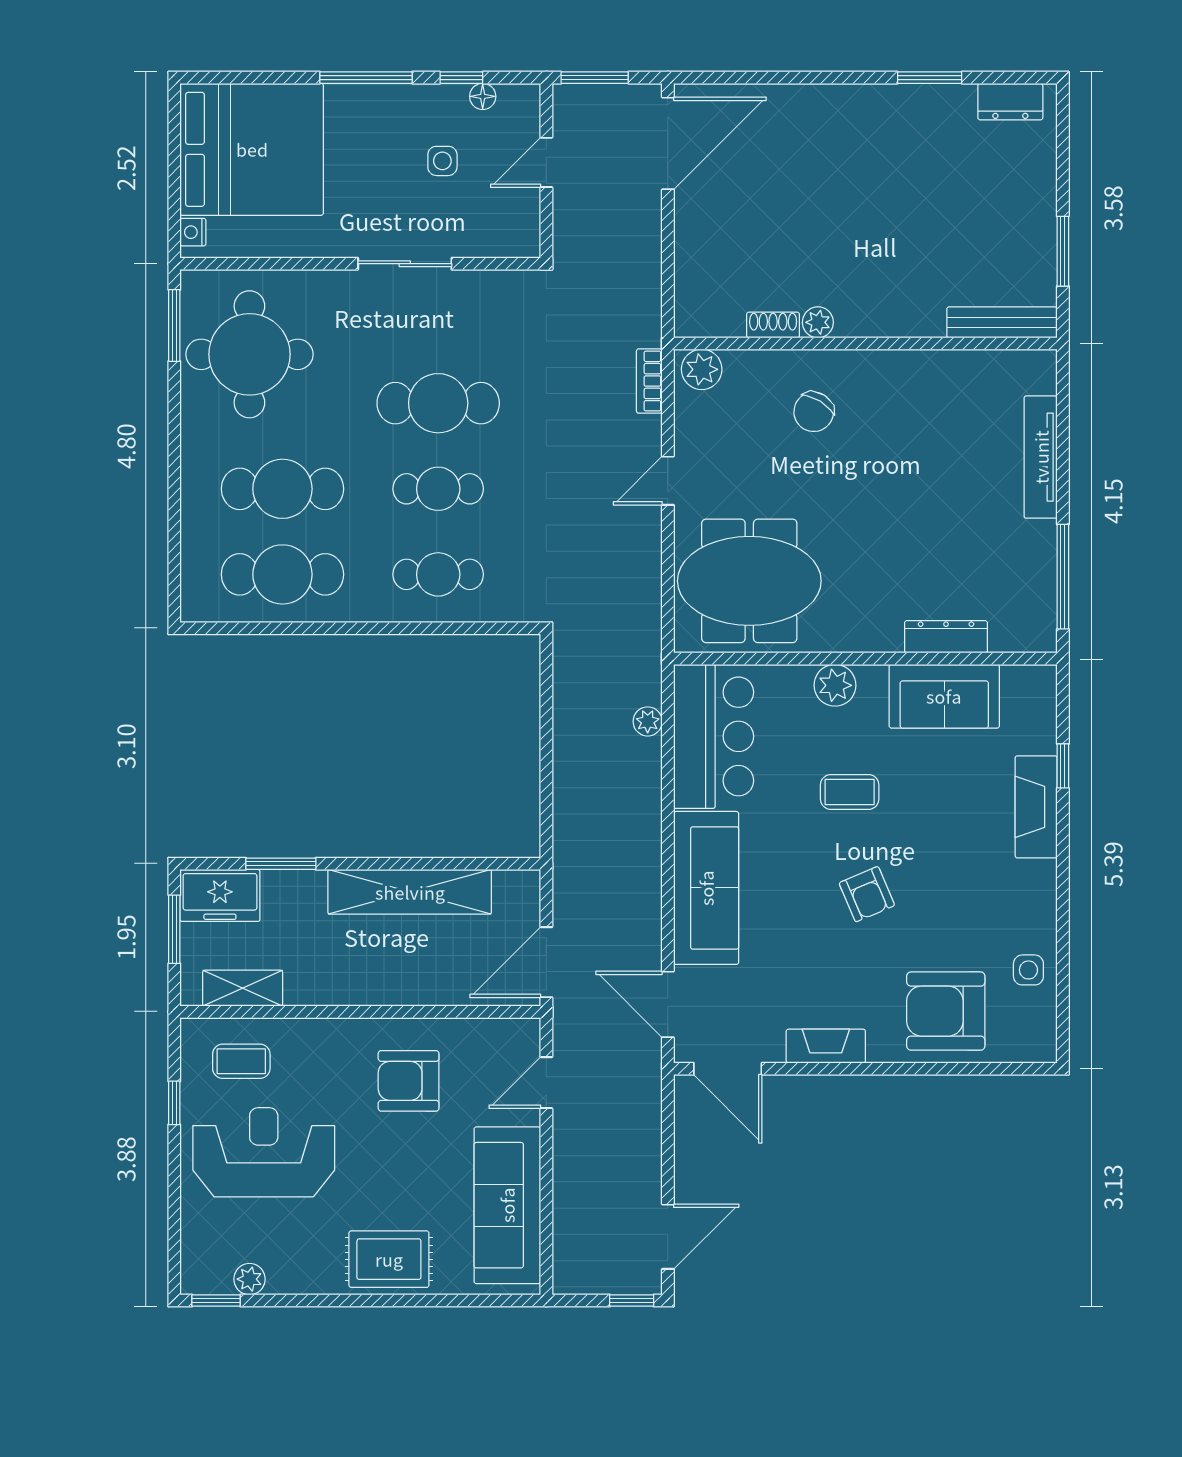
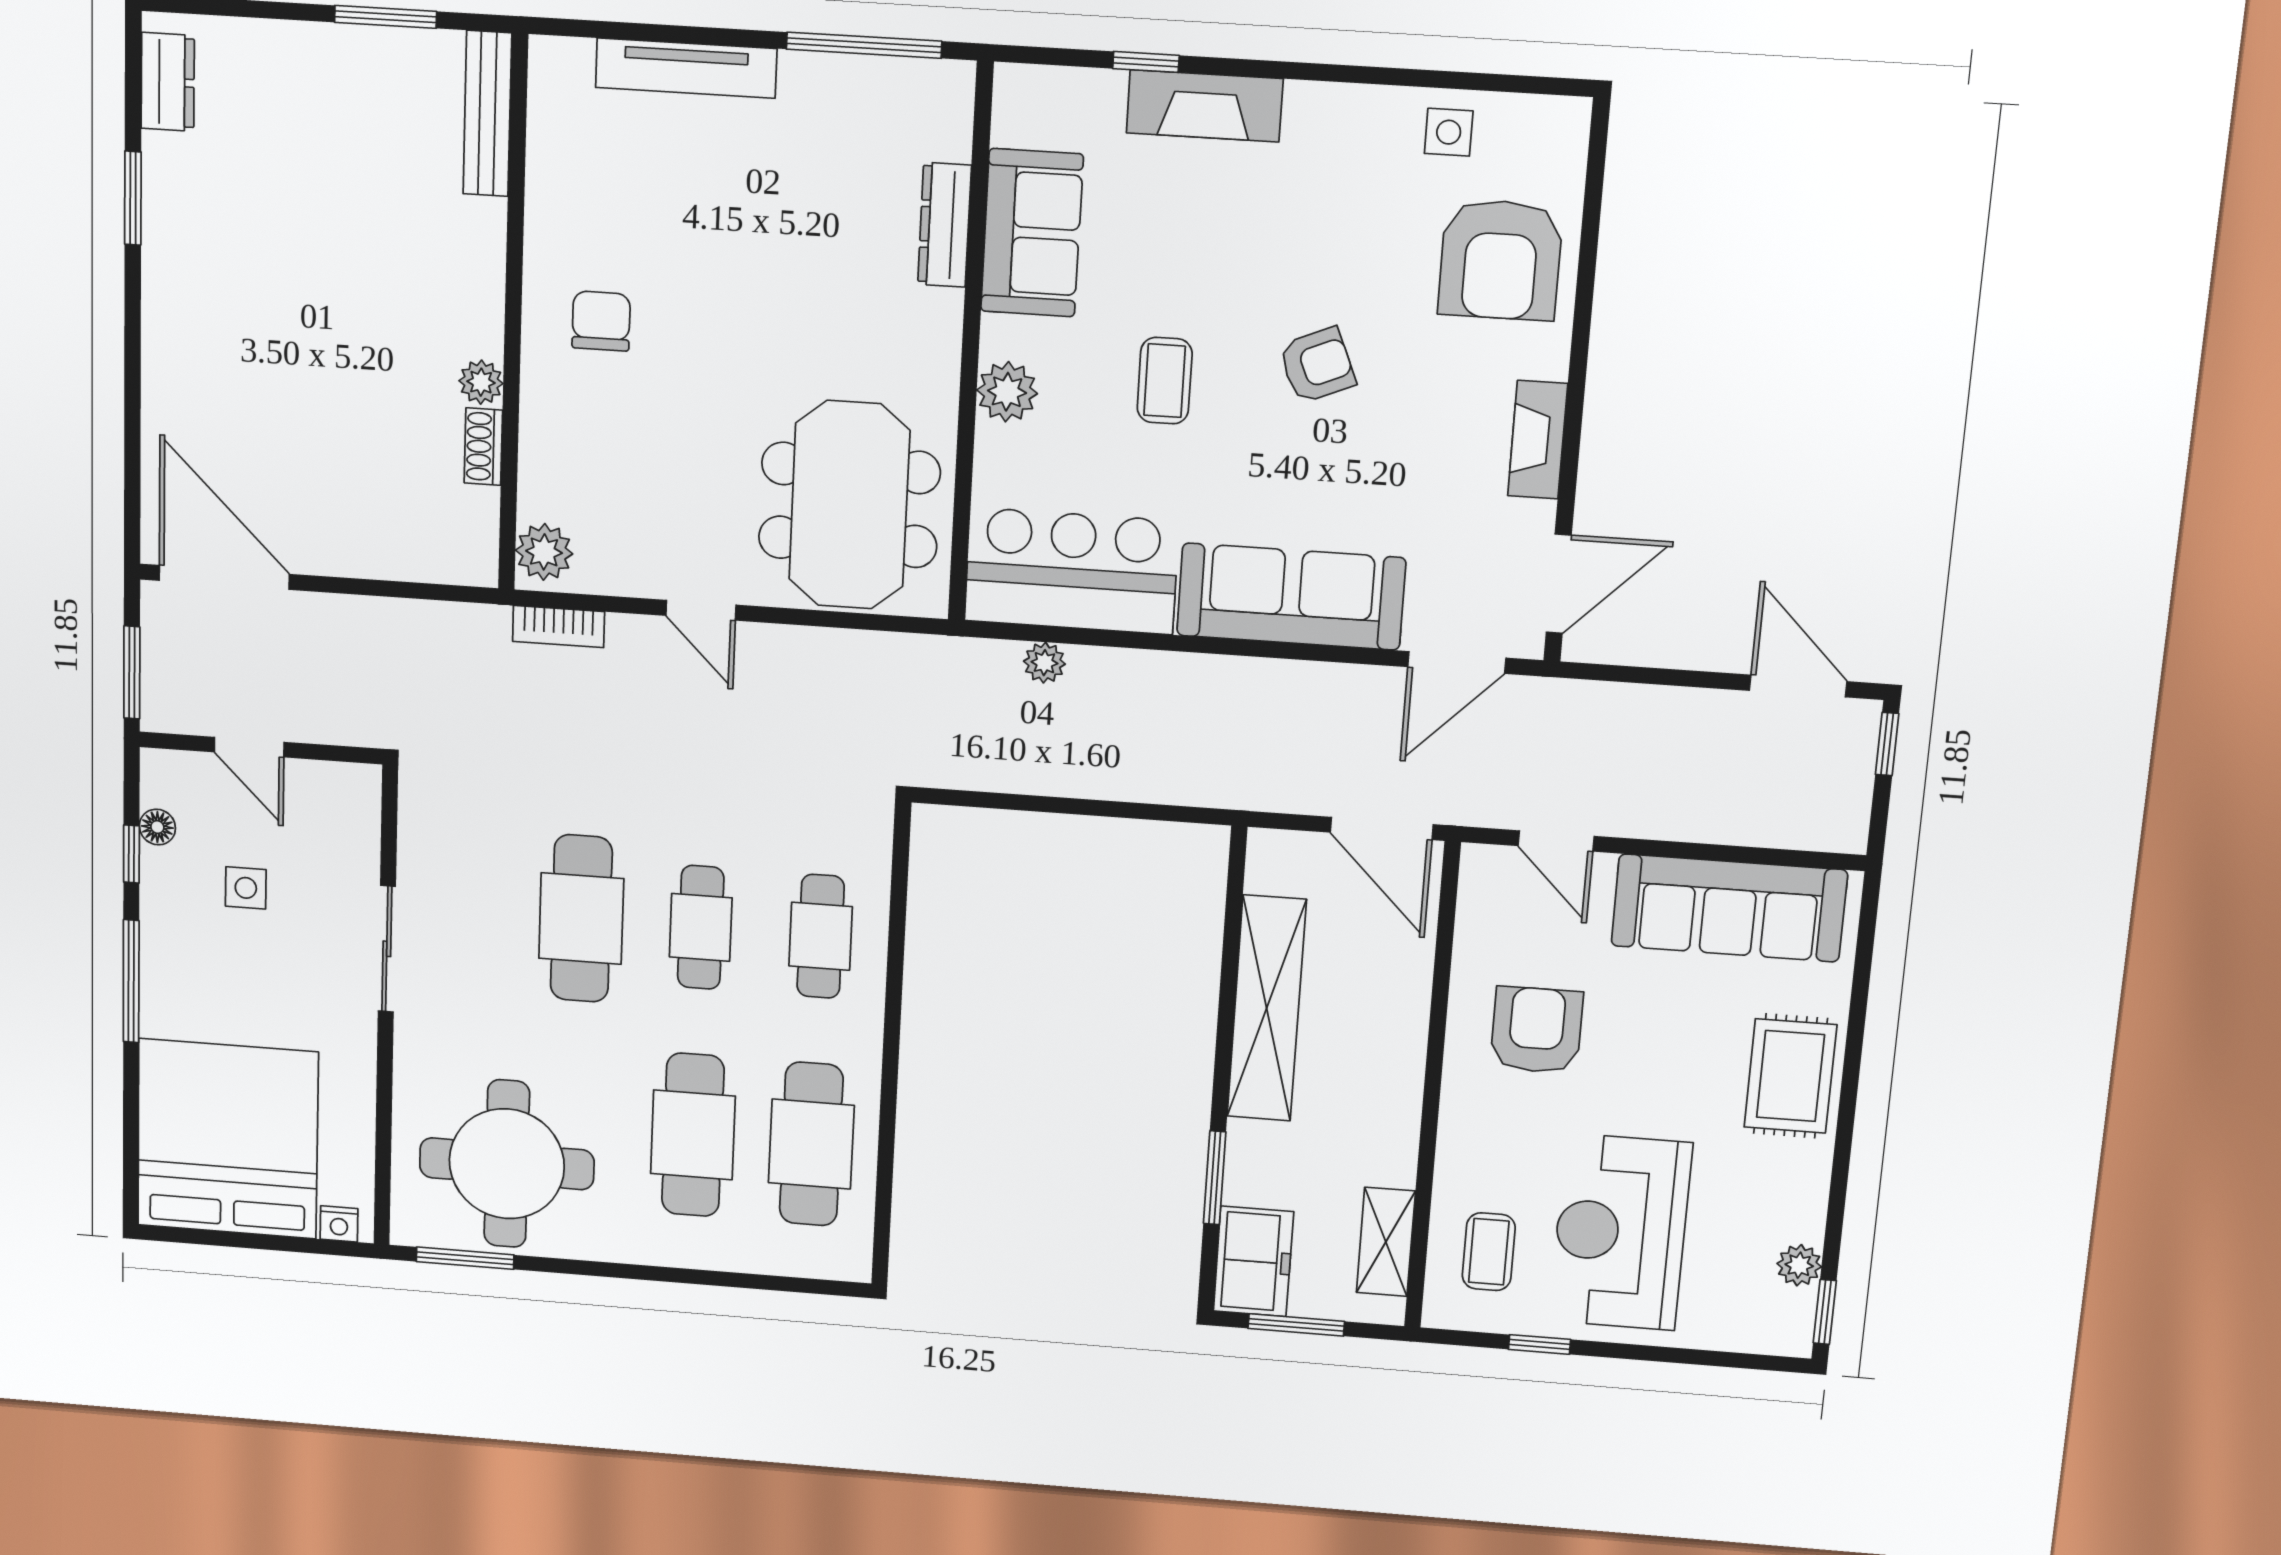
chair: (814, 412) -> (601, 321), moved, turned -122
armchair: (409, 1081) -> (1537, 1030), turned 180

